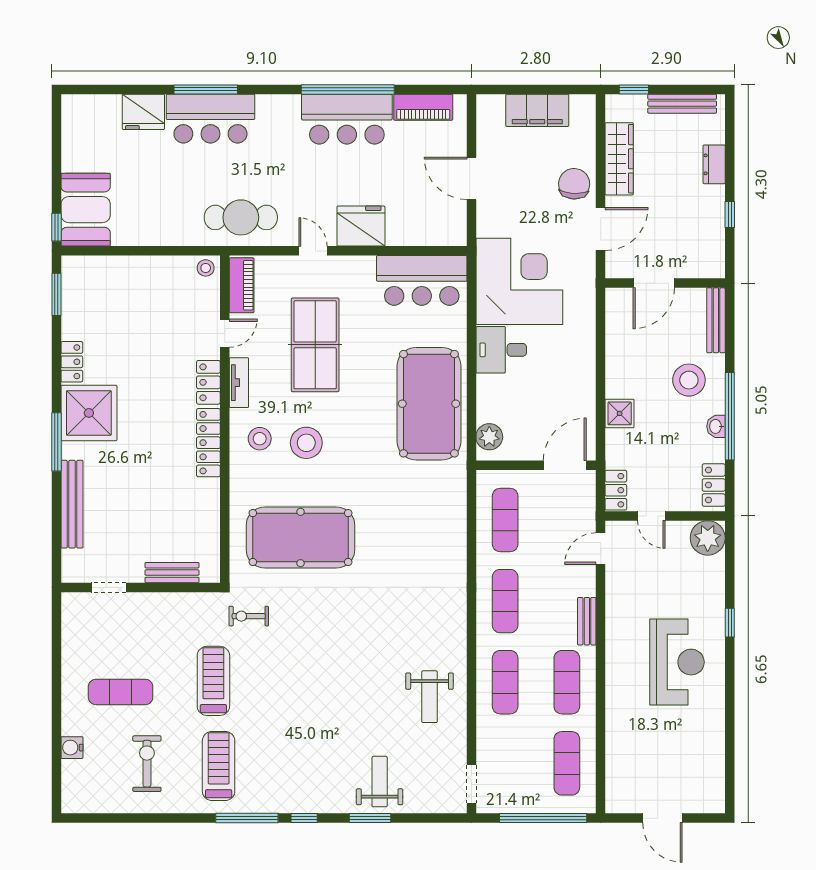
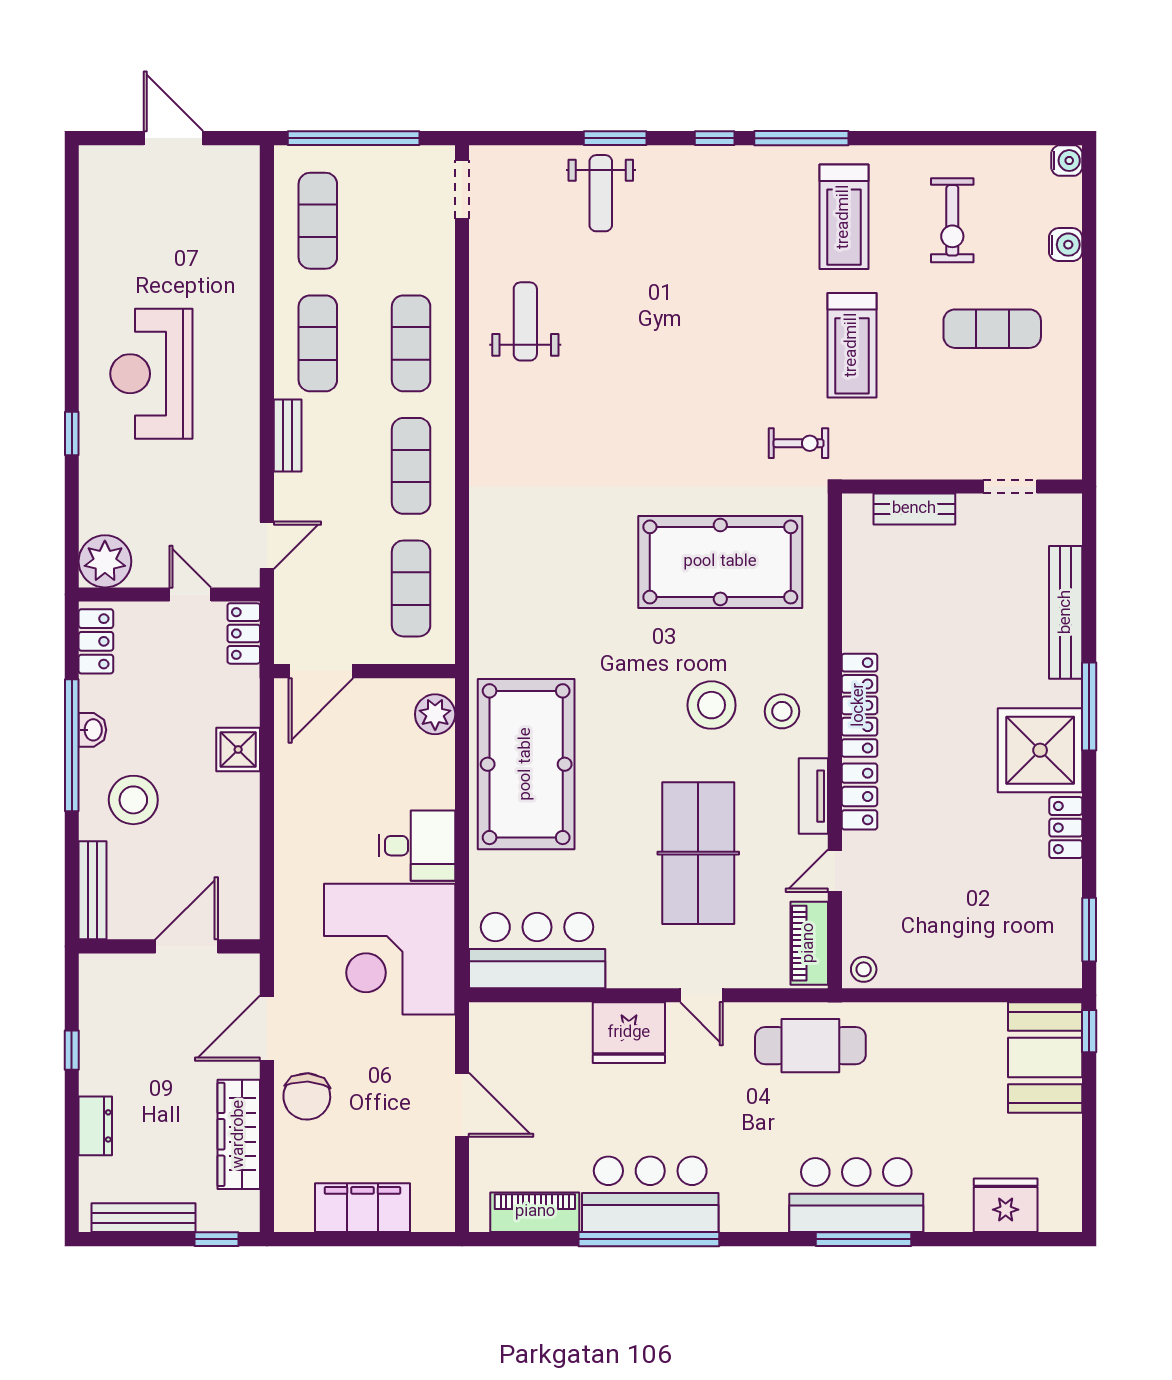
fridge: (143, 112) -> (1006, 1205), moved
water cooler: (71, 803) -> (1067, 161), added

